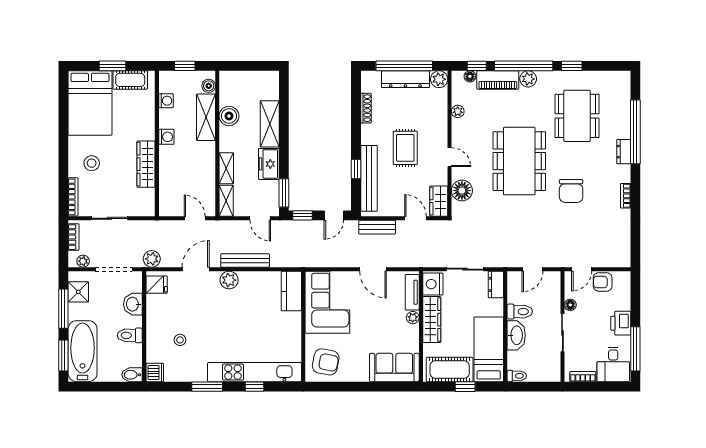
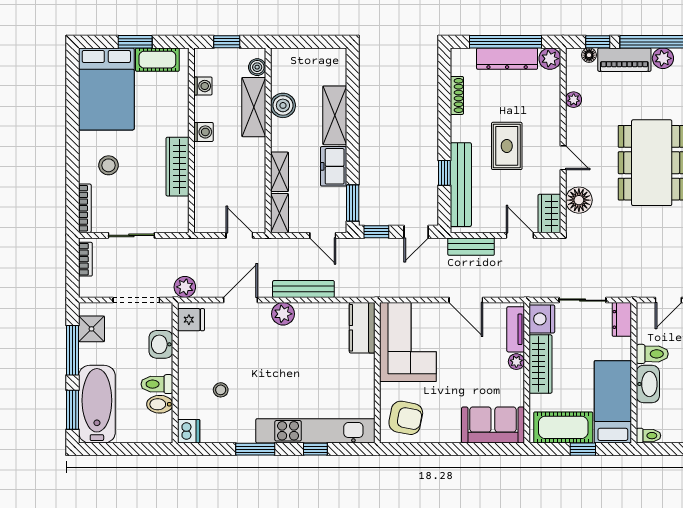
plant: (83, 261) -> (98, 290), removed
bidet: (132, 375) -> (160, 404), moved

